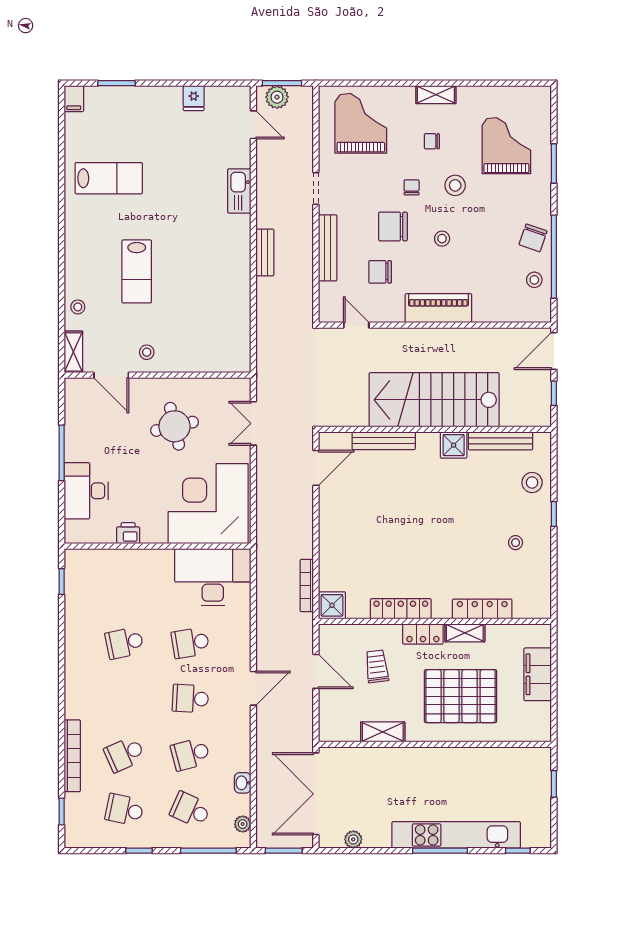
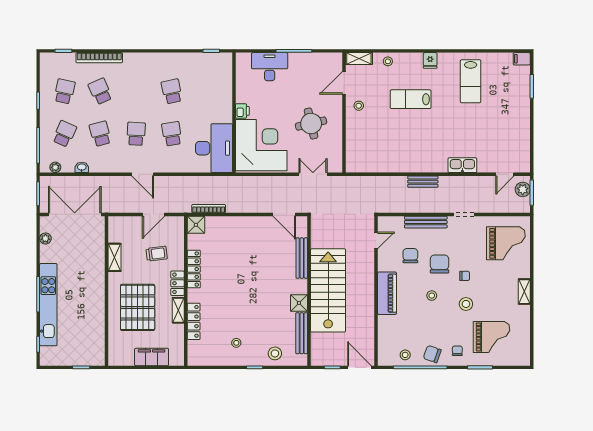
fridge: (194, 98) -> (430, 60), moved, turned -90
chair: (432, 141) -> (457, 351), moved
printer: (128, 533) -> (242, 111), moved

